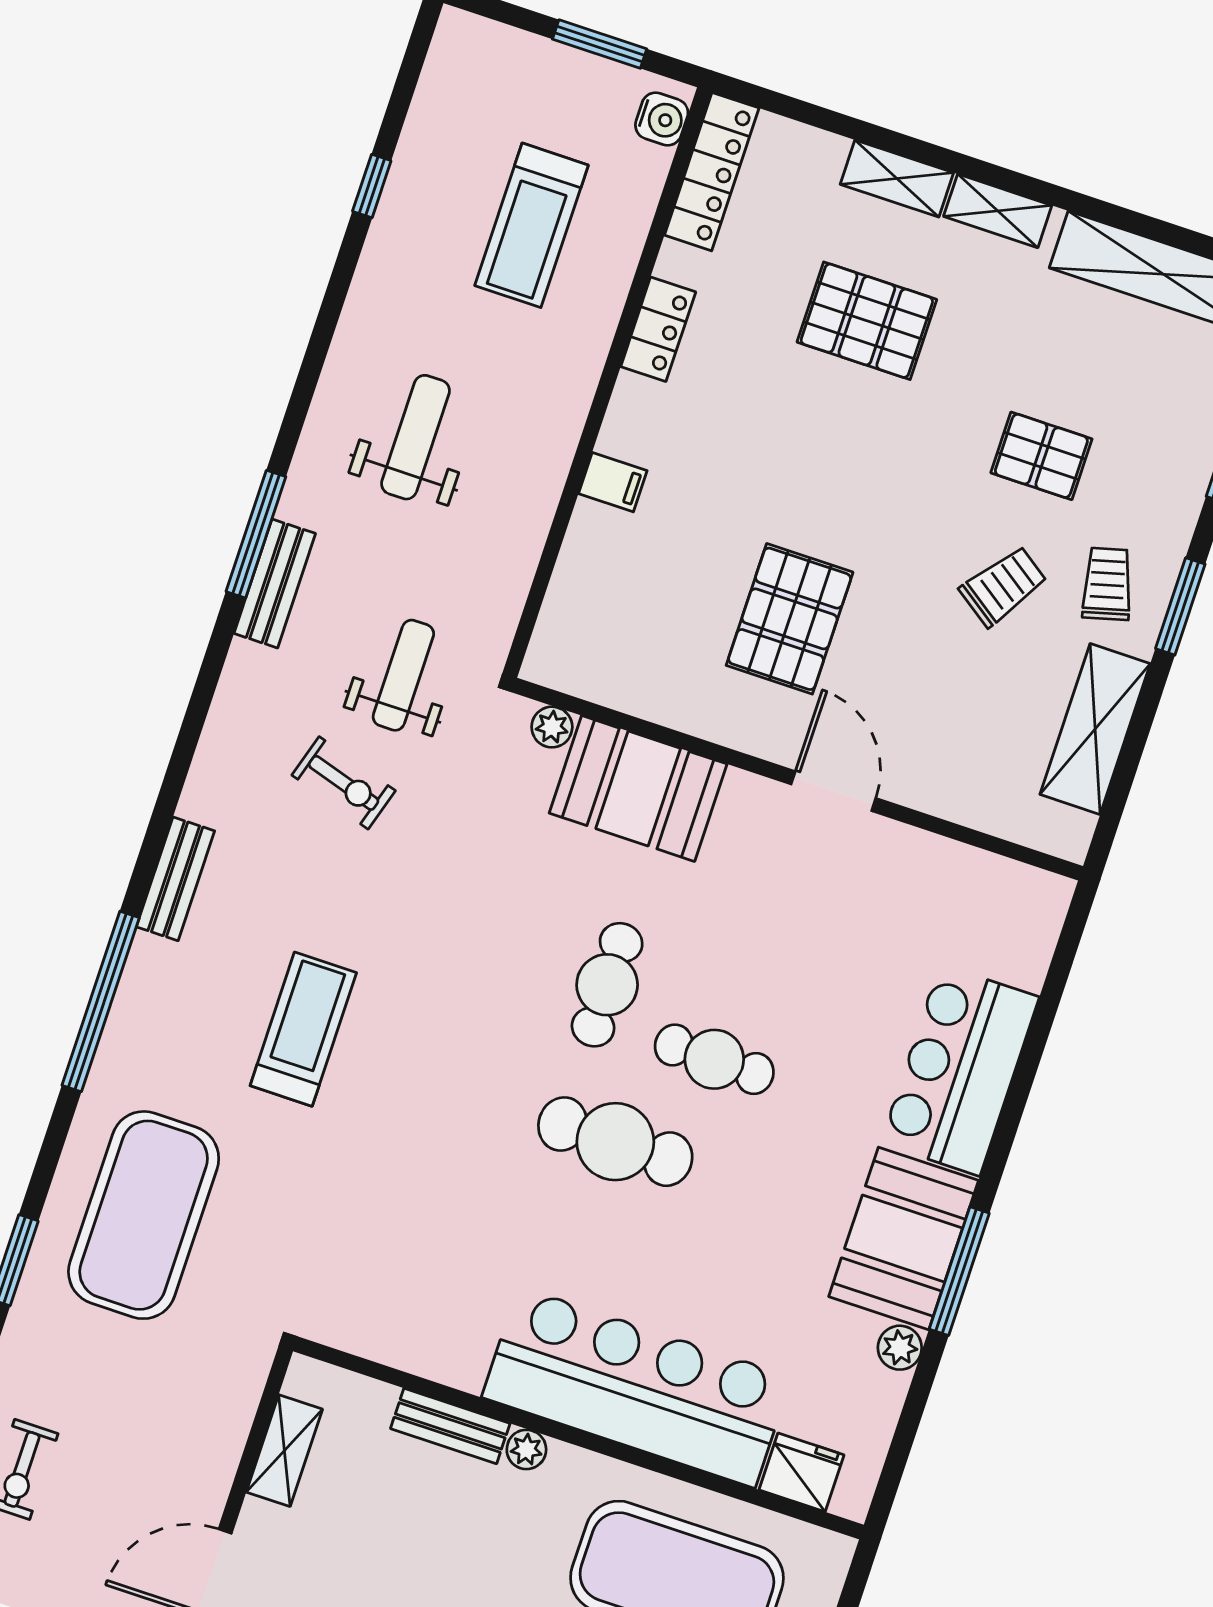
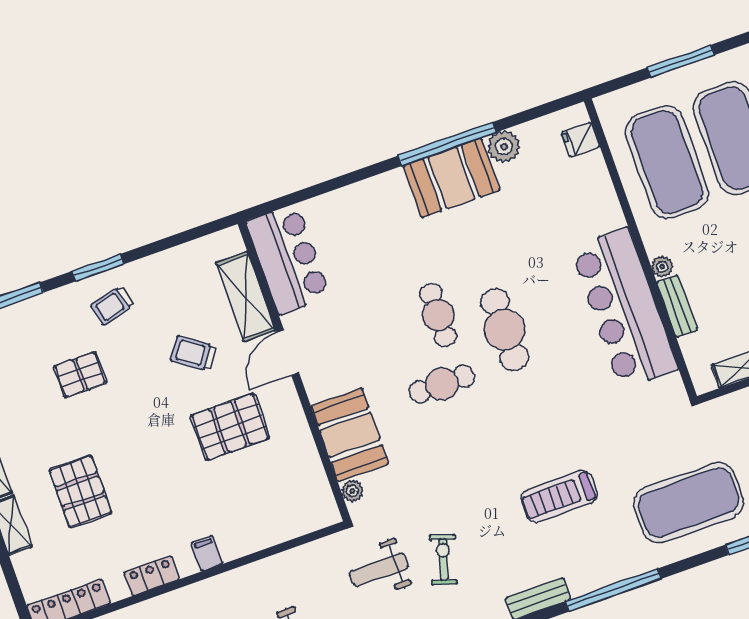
pallet: (1041, 456) -> (80, 375), turned 90
filing cabinet: (613, 482) -> (207, 553), moved
trolley: (1003, 586) -> (193, 353), moved
shelving: (1095, 729) -> (246, 297), moved, turned 90
bar counter: (960, 1070) -> (288, 259), moved, turned -90
window: (959, 1271) -> (447, 144), width x1.46
plant: (900, 1348) -> (504, 147), width x1.38, depth x1.38
bar counter: (637, 1387) -> (624, 308), moved
fridge: (801, 1472) -> (581, 140), width x0.72

